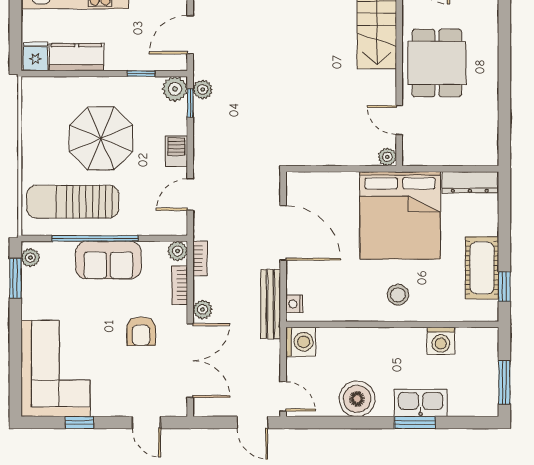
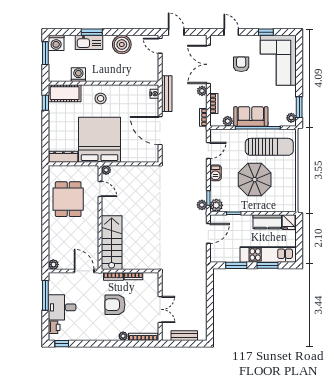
dining table: (437, 63) -> (68, 199), moved
plant: (178, 251) -> (228, 121), moved
cot: (482, 268) -> (65, 93), moved, turned 90
armchair: (141, 331) -> (241, 64), moved
washing machine: (301, 342) -> (56, 43), moved, turned -90

